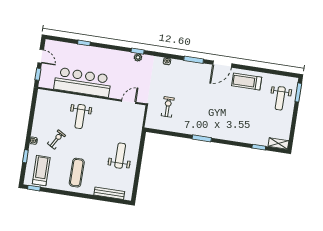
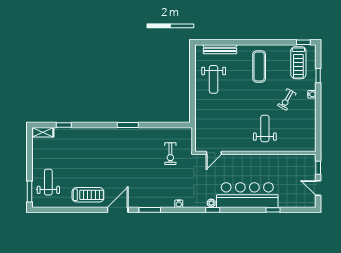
bar counter: (83, 82) -> (247, 195), moved, turned 180
weight bench: (120, 156) -> (214, 79), moved

